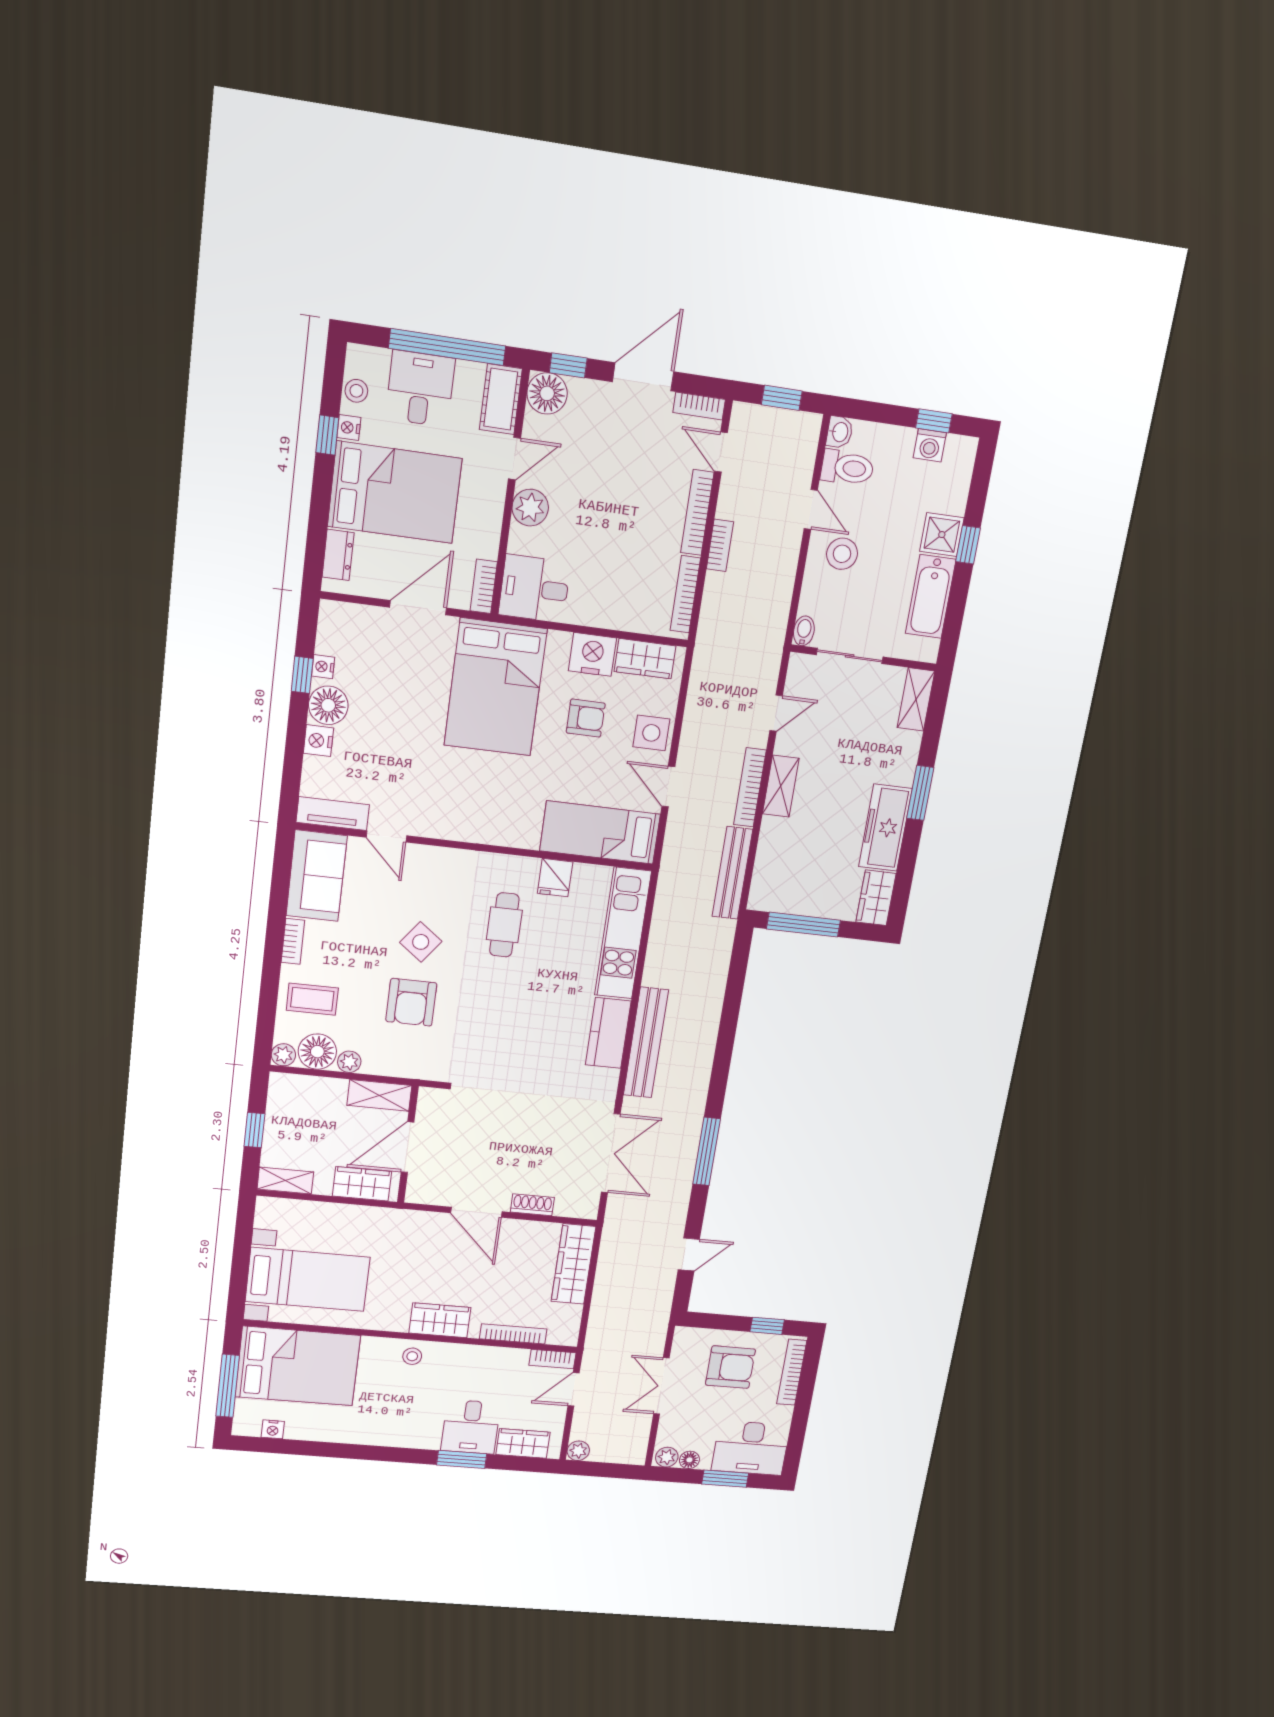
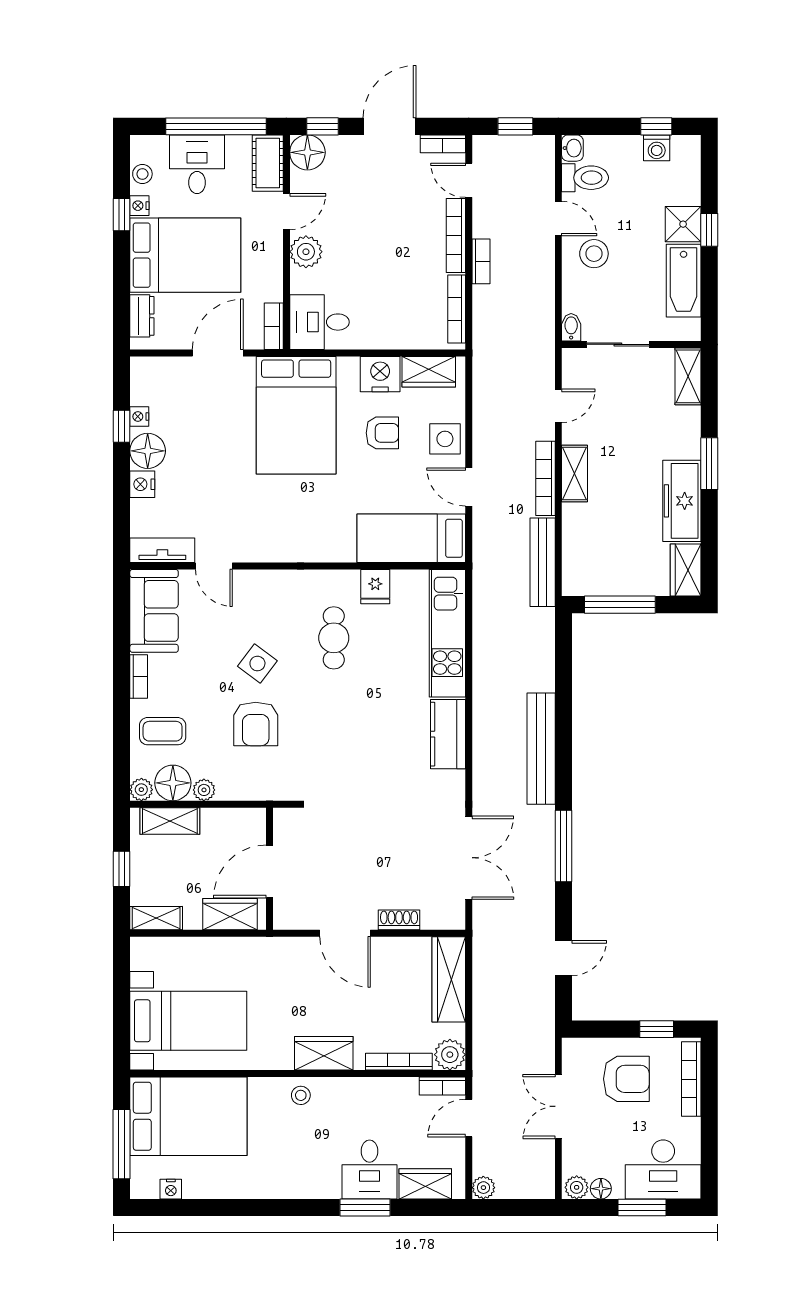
bench: (646, 1043) -> (541, 749), moved
shelving: (379, 1095) -> (170, 821), moved
plant: (564, 1332) -> (450, 1055), added

